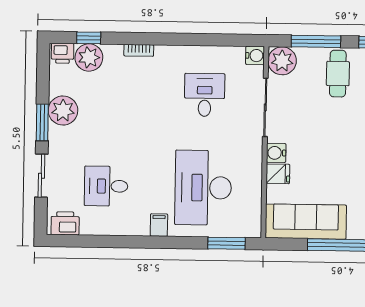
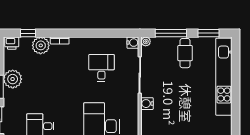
plant: (89, 57) -> (41, 45), moved
plant: (282, 61) -> (146, 42), width x0.53, depth x0.53
fridge: (278, 174) -> (148, 117), removed

